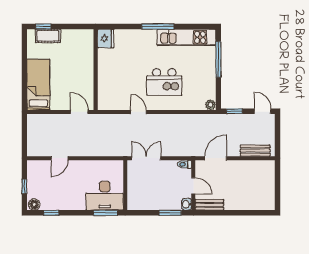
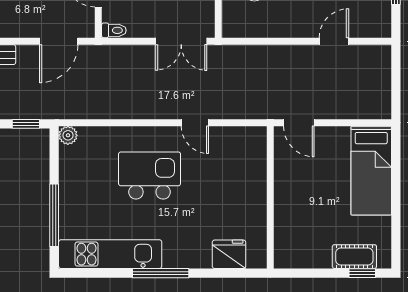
fridge: (106, 38) -> (229, 254), moved, turned 90

